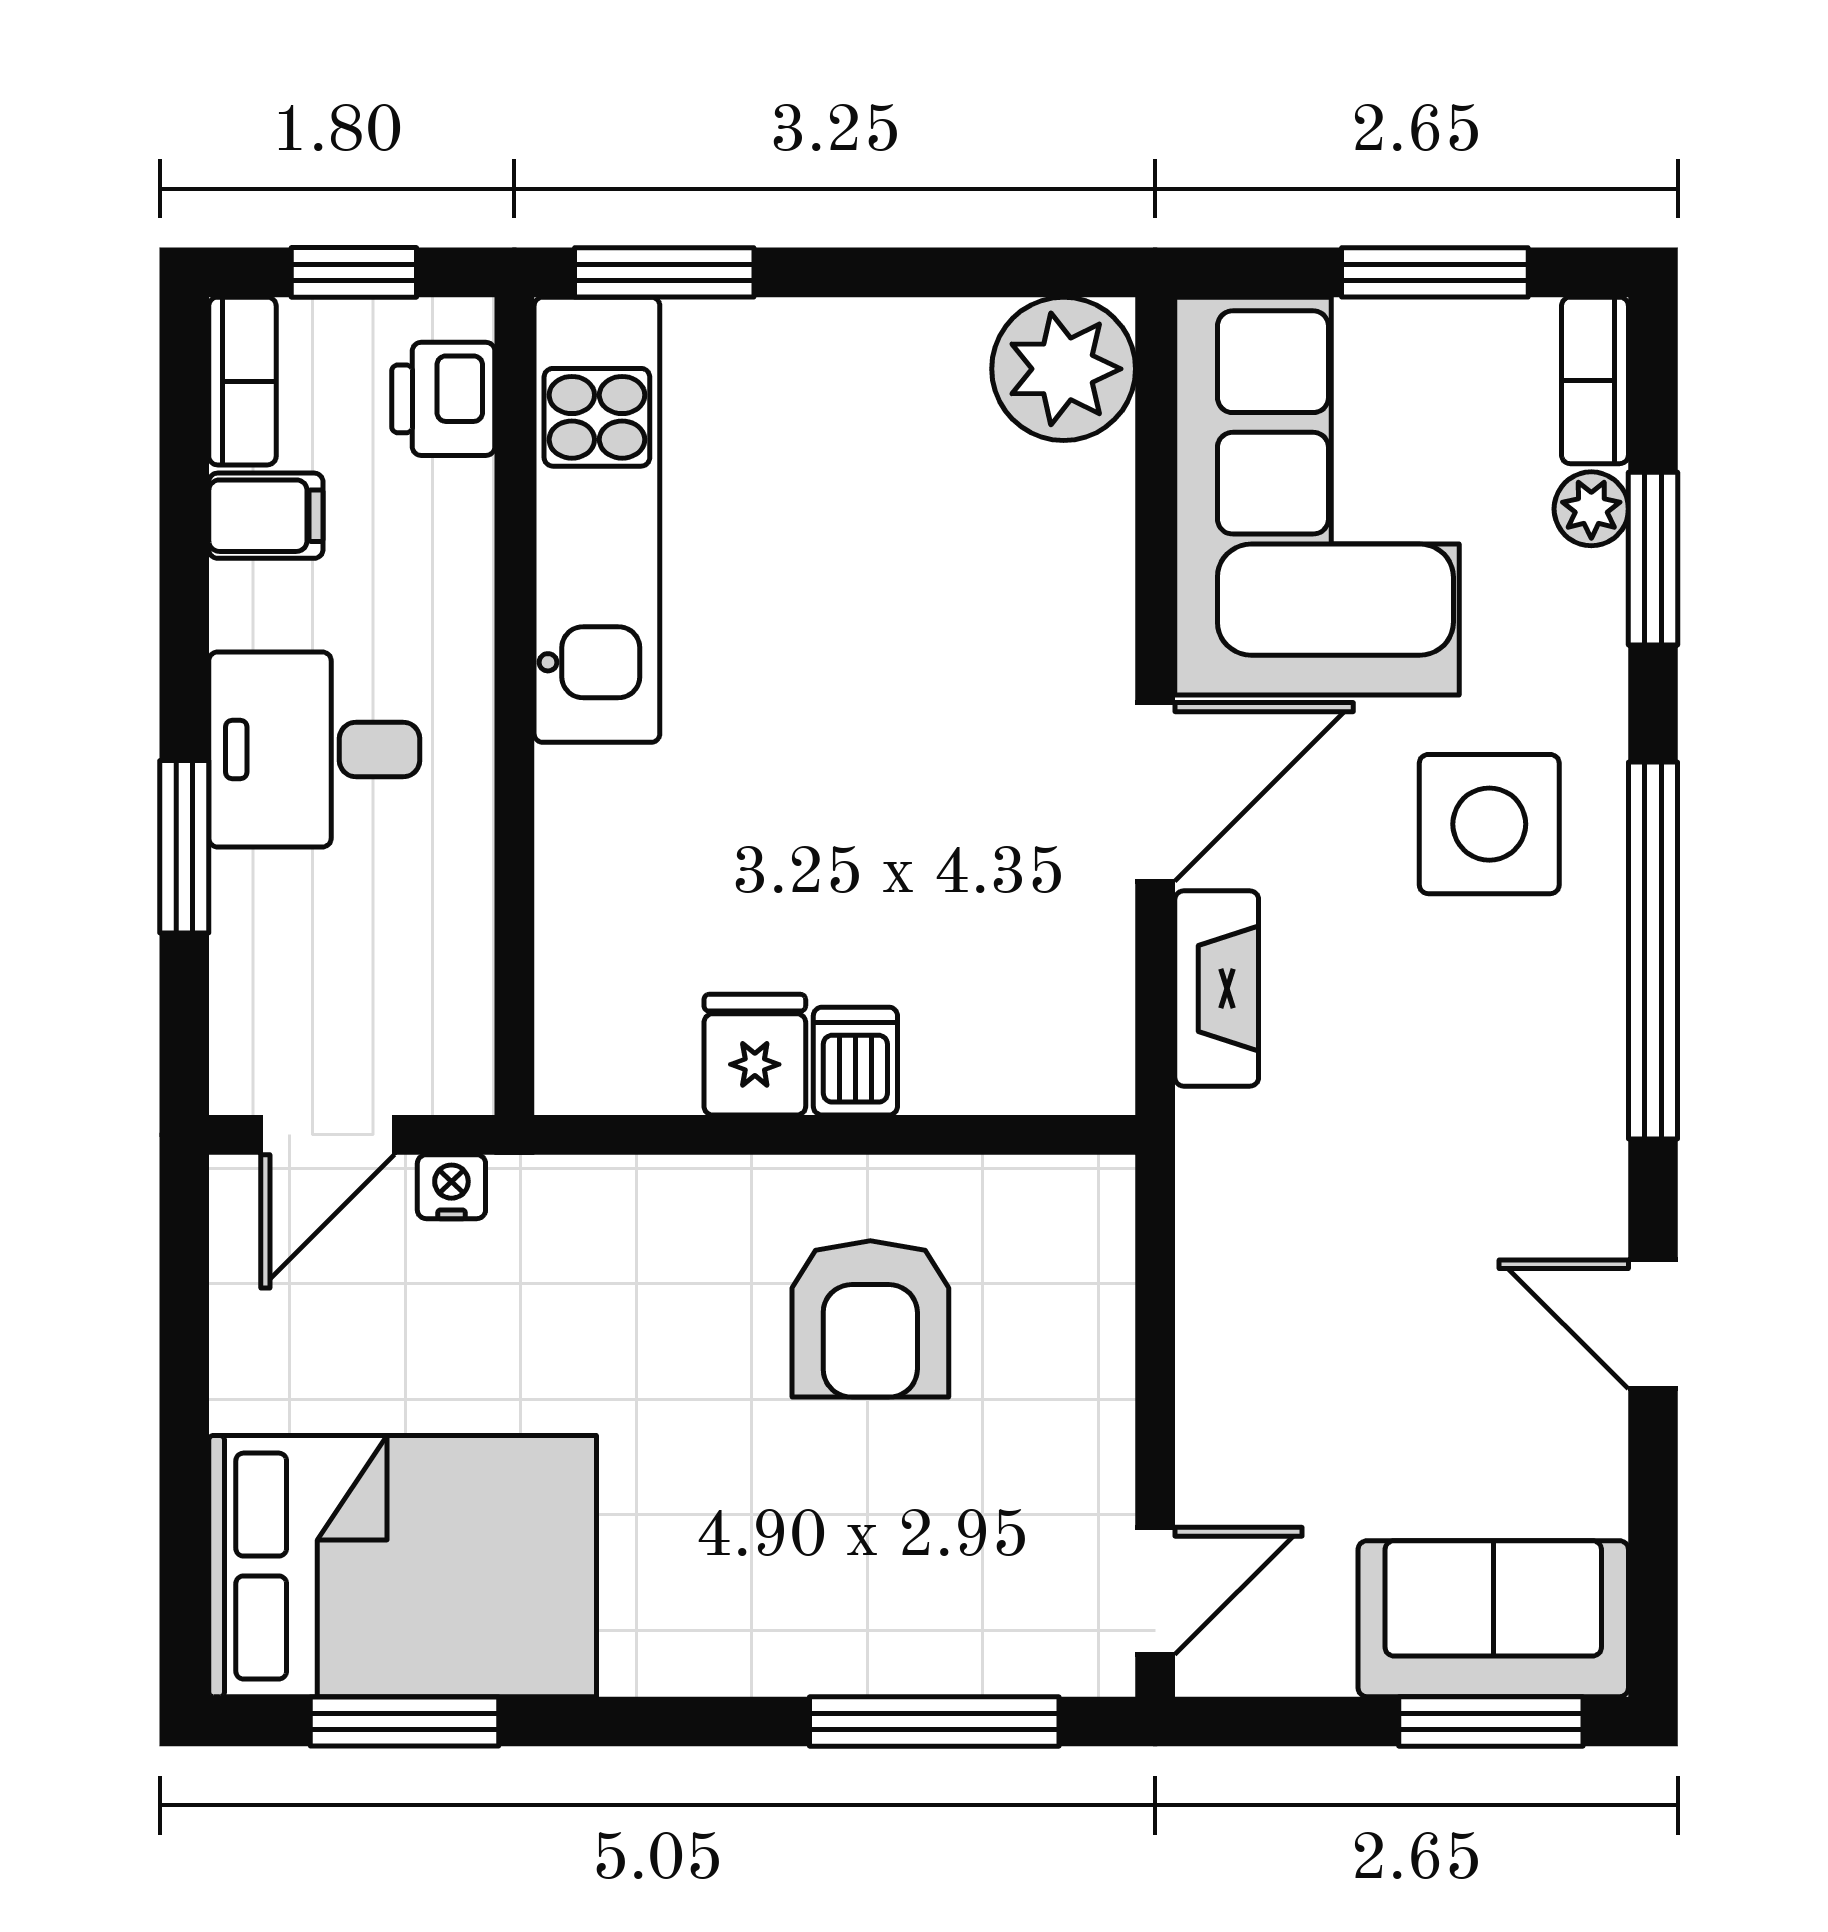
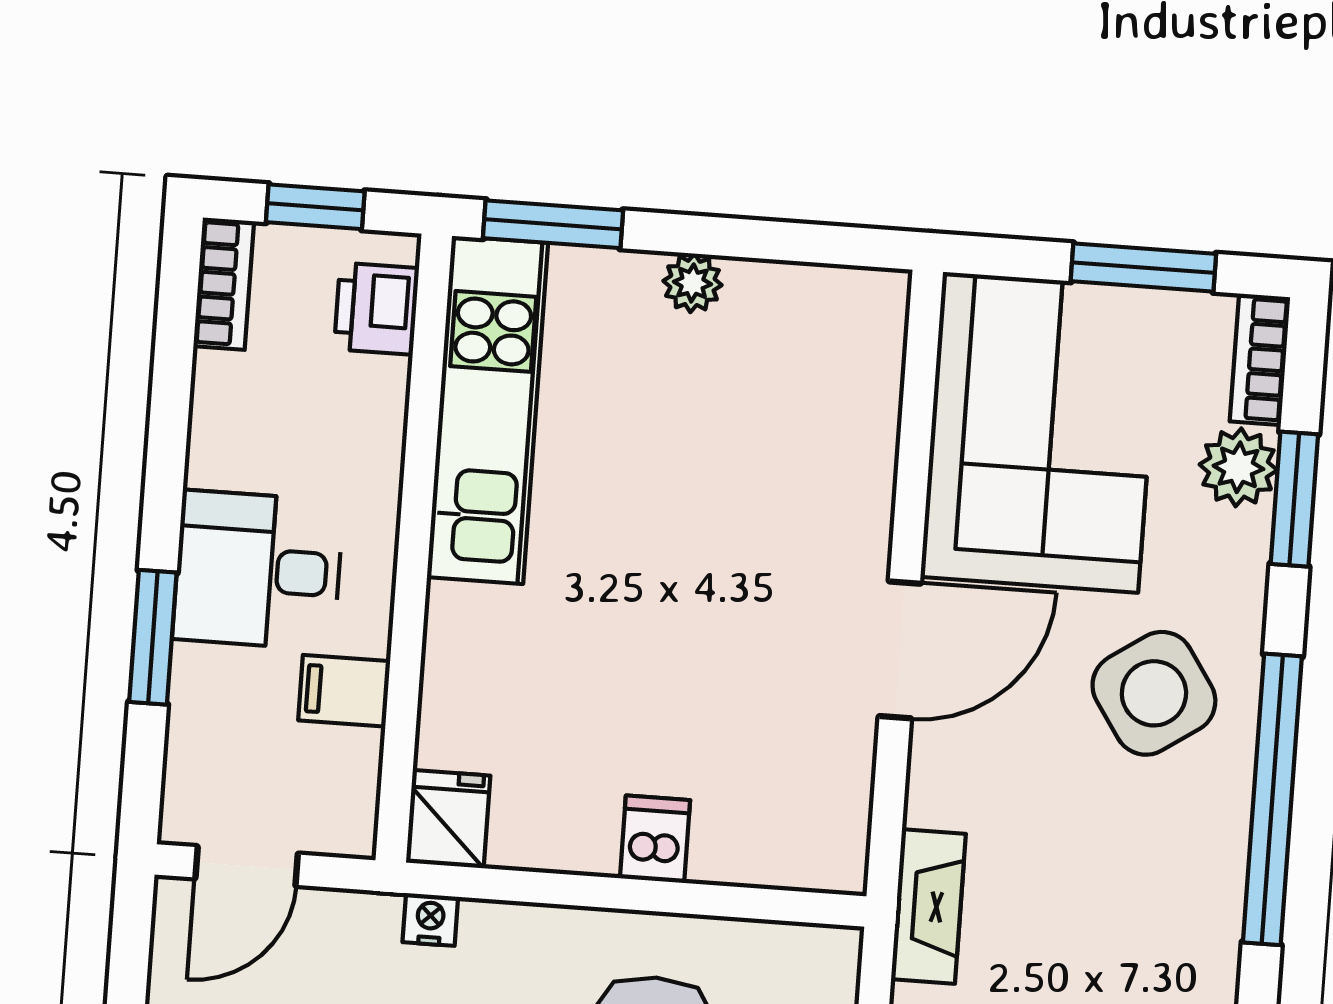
plant: (1064, 369) -> (692, 283), moved, width x0.53, depth x0.53
plant: (1591, 509) -> (1238, 467), width x1.38, depth x1.38
filing cabinet: (266, 516) -> (344, 691), moved, turned 180
side table: (1489, 824) -> (1154, 693), turned -34
fireplace: (1217, 989) -> (928, 906), moved
fridge: (755, 1055) -> (448, 819), moved
nightstand: (451, 1187) -> (430, 919), moved

